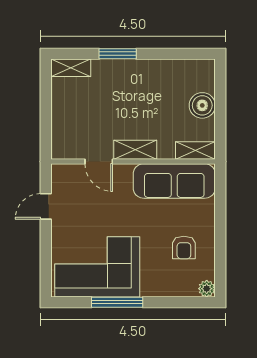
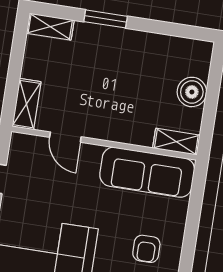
shelving: (135, 150) -> (26, 104), moved, turned 90

